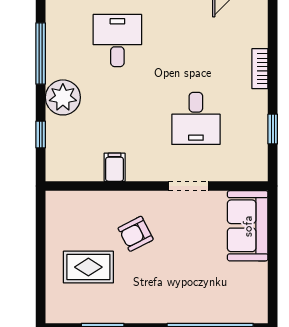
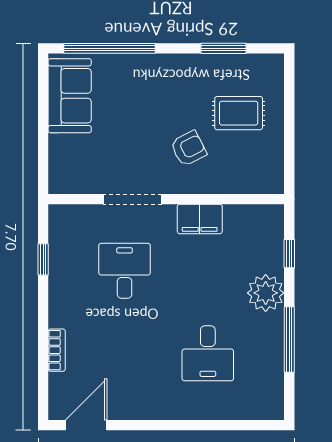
bookcase: (260, 69) -> (57, 350), moved
filing cabinet: (115, 167) -> (200, 219), width x2.00
doorway: (189, 186) -> (132, 199), width x1.38
sofa: (248, 226) -> (70, 96), moved

